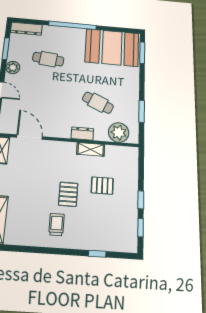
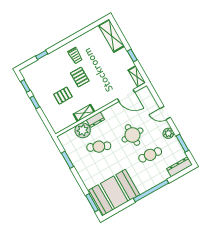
round table: (53, 91) -> (132, 135), added
plant: (119, 132) -> (83, 130), moved

